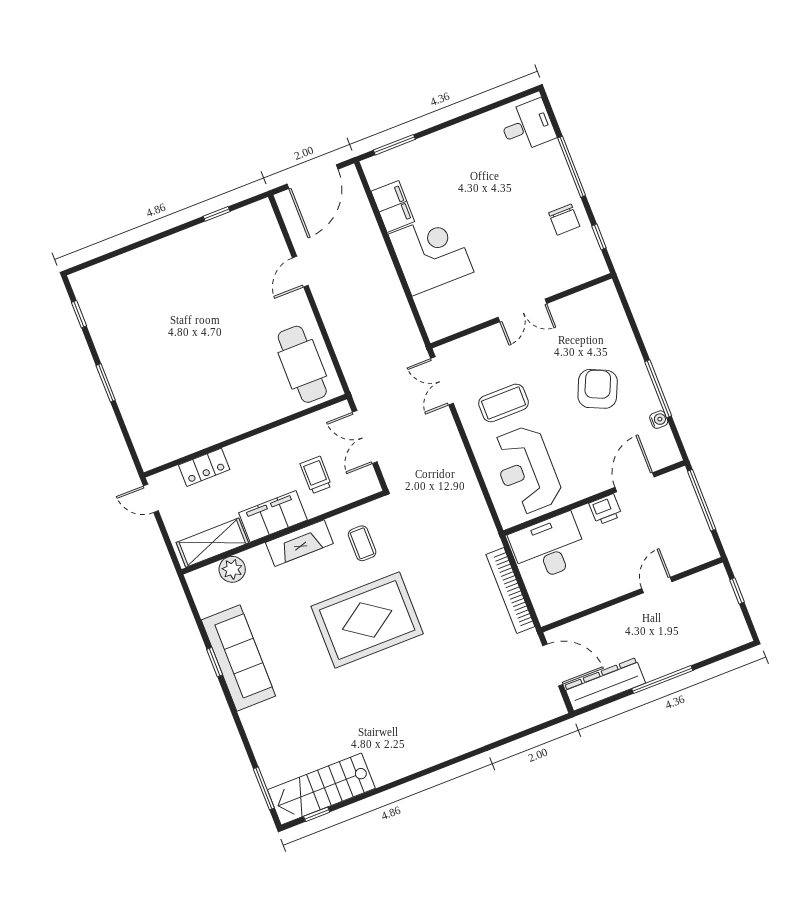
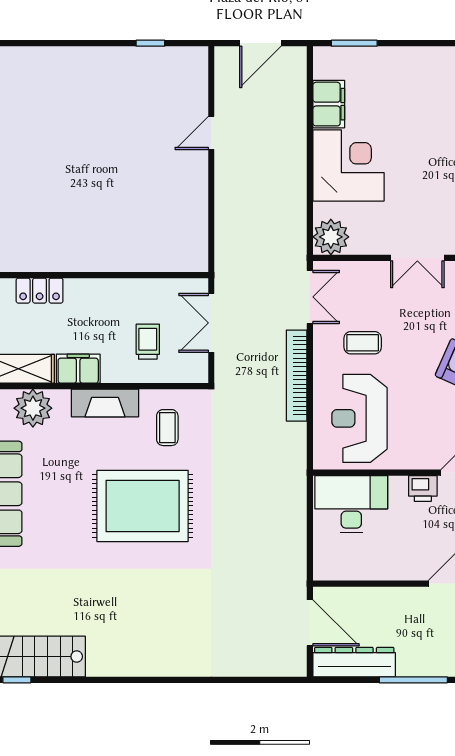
door: (312, 177) -> (260, 43), width x0.73
plant: (440, 322) -> (331, 237), added
cafe table: (302, 364) -> (177, 226), removed
double door: (442, 381) -> (310, 297), swing flipped
coffee table: (504, 403) -> (363, 343), width x0.73, depth x0.77
filing cabinet: (273, 516) -> (78, 369), width x0.67, depth x0.86
plant: (232, 569) -> (33, 408), width x1.36, depth x1.36
bookcase: (510, 590) -> (297, 376), moved

